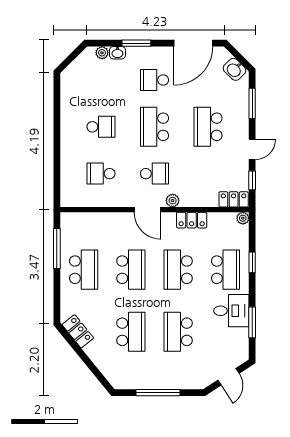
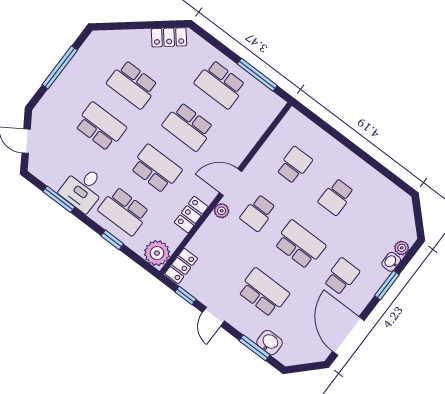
washbasin: (235, 69) -> (270, 343), moved, turned 45
plant: (243, 218) -> (157, 253), width x1.87, depth x1.87

